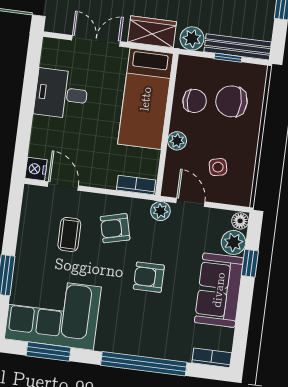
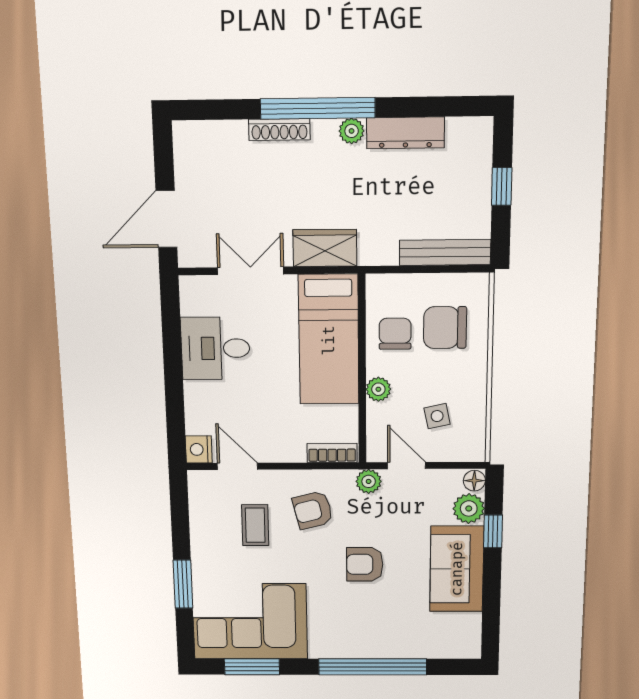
plant: (192, 38) -> (381, 249), removed
window: (228, 58) -> (433, 269), removed
chair: (195, 101) -> (395, 334), turned -90
bookcase: (212, 358) -> (457, 650), removed

